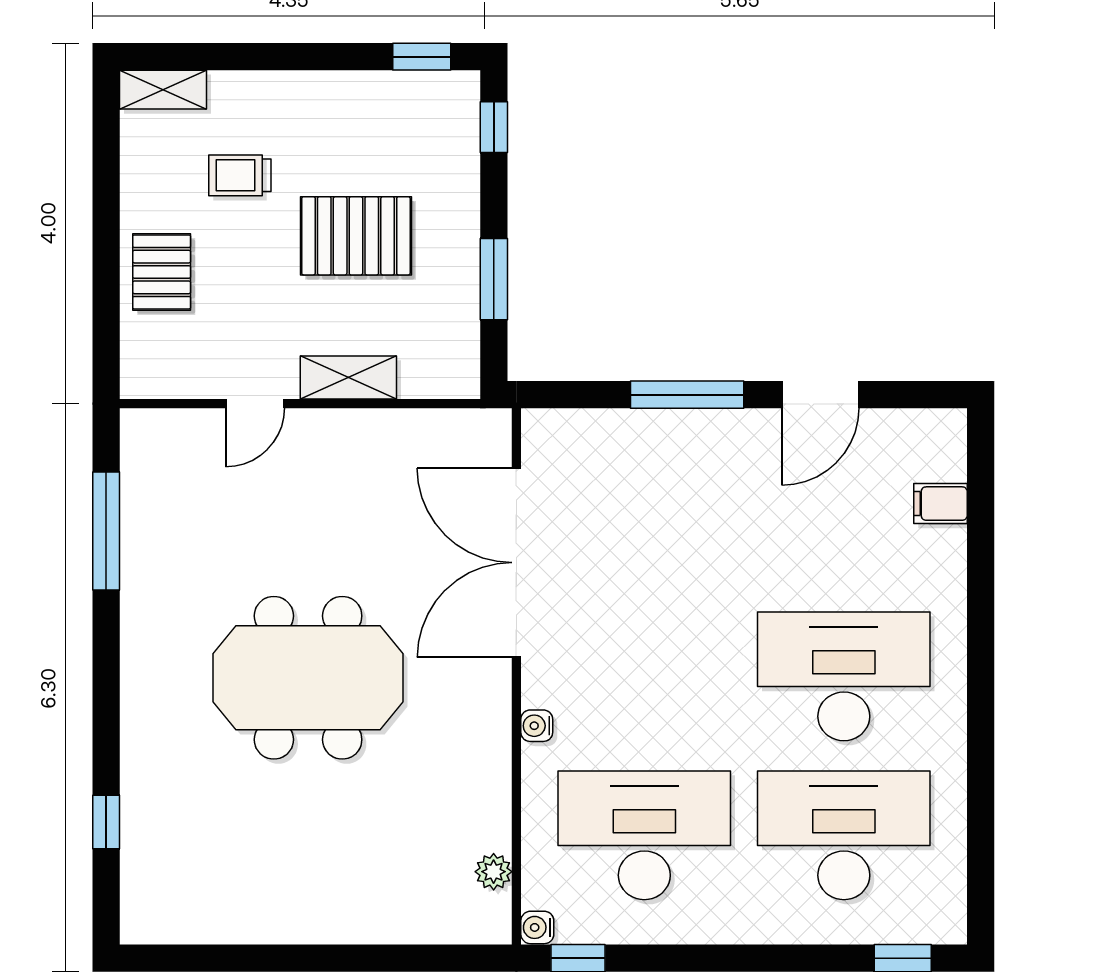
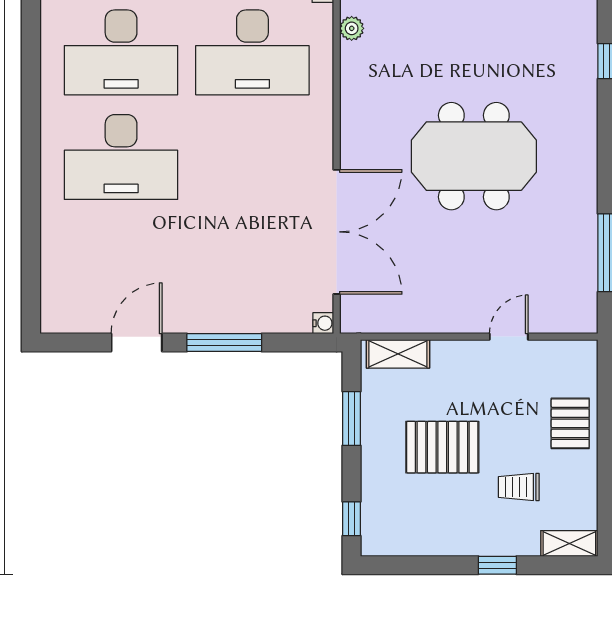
window: (422, 57) -> (497, 565), moved
trolley: (240, 175) -> (519, 487), turned 180
shelving: (348, 378) -> (398, 354), moved
filing cabinet: (940, 504) -> (57, 271), removed
water cooler: (537, 726) -> (323, 323), moved

